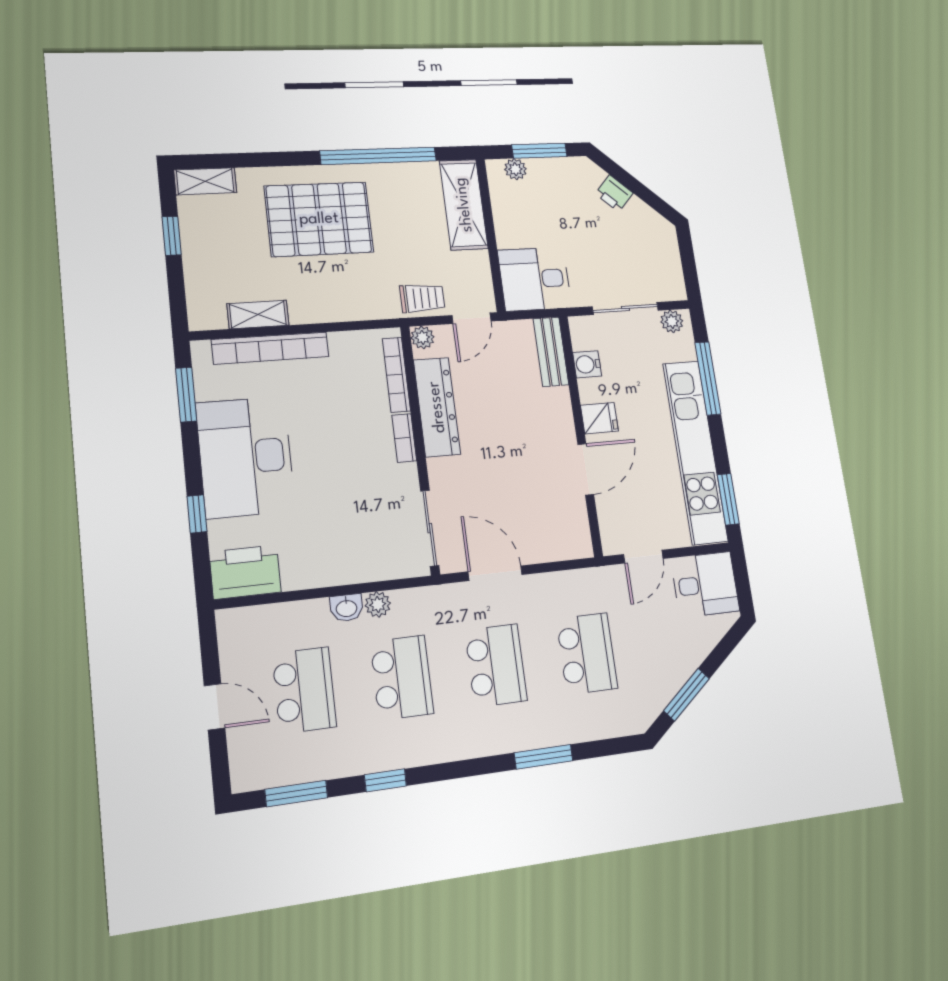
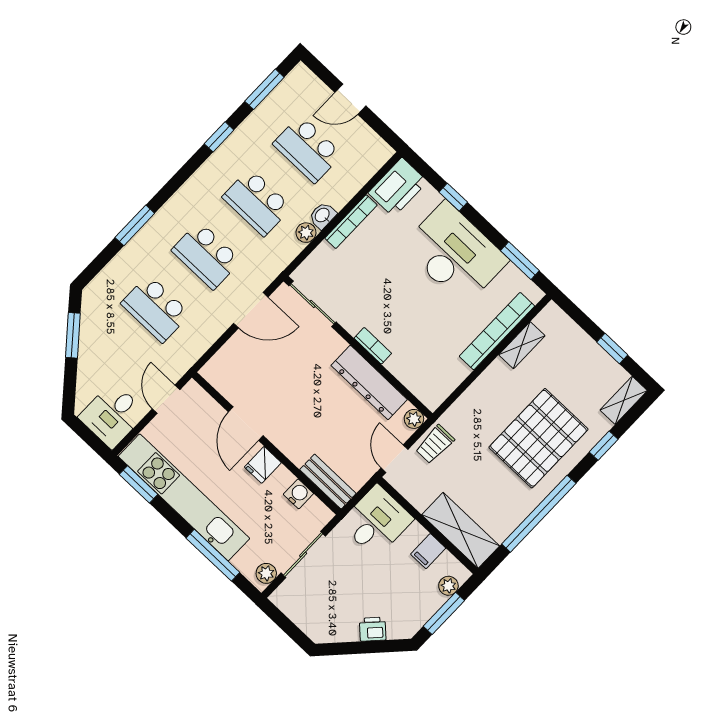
window: (263, 160) -> (604, 446), added
filing cabinet: (509, 213) -> (428, 551), added
bookcase: (396, 375) -> (351, 222), moved, turned 90

